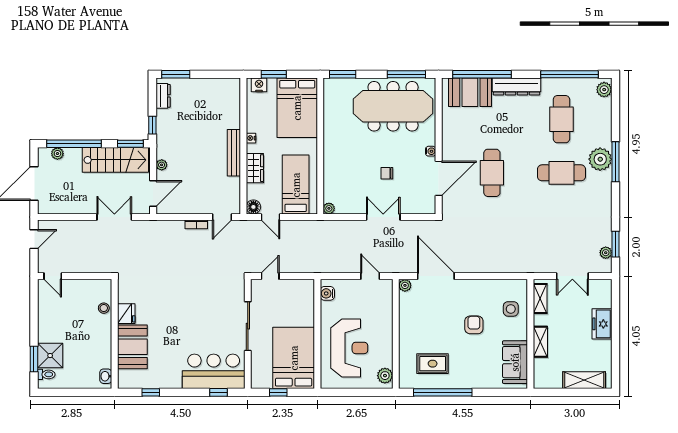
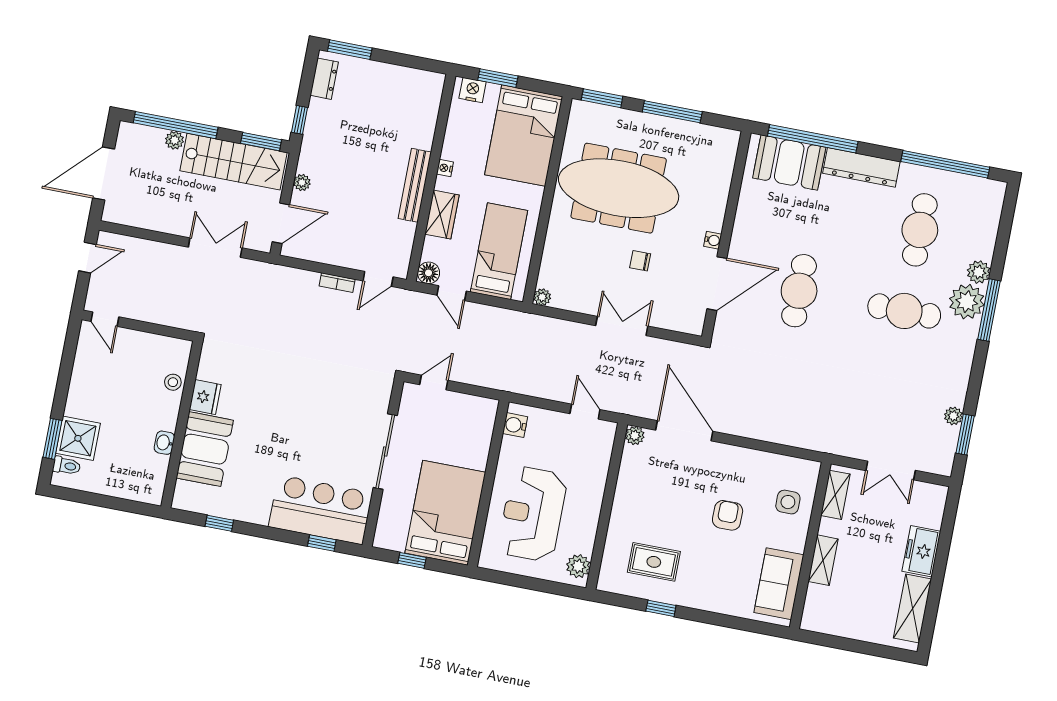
window: (406, 74) -> (672, 112), moved
plant: (604, 90) -> (979, 272), moved
meeting table: (393, 106) -> (619, 188), moved
plant: (57, 154) -> (175, 140), moved
plant: (606, 253) -> (953, 416), moved
reception desk: (349, 348) -> (532, 514), turned 180
washbasin: (106, 376) -> (164, 443), moved
shelving: (584, 380) -> (912, 609), moved, turned 90
window: (443, 392) -> (661, 608), width x0.32

